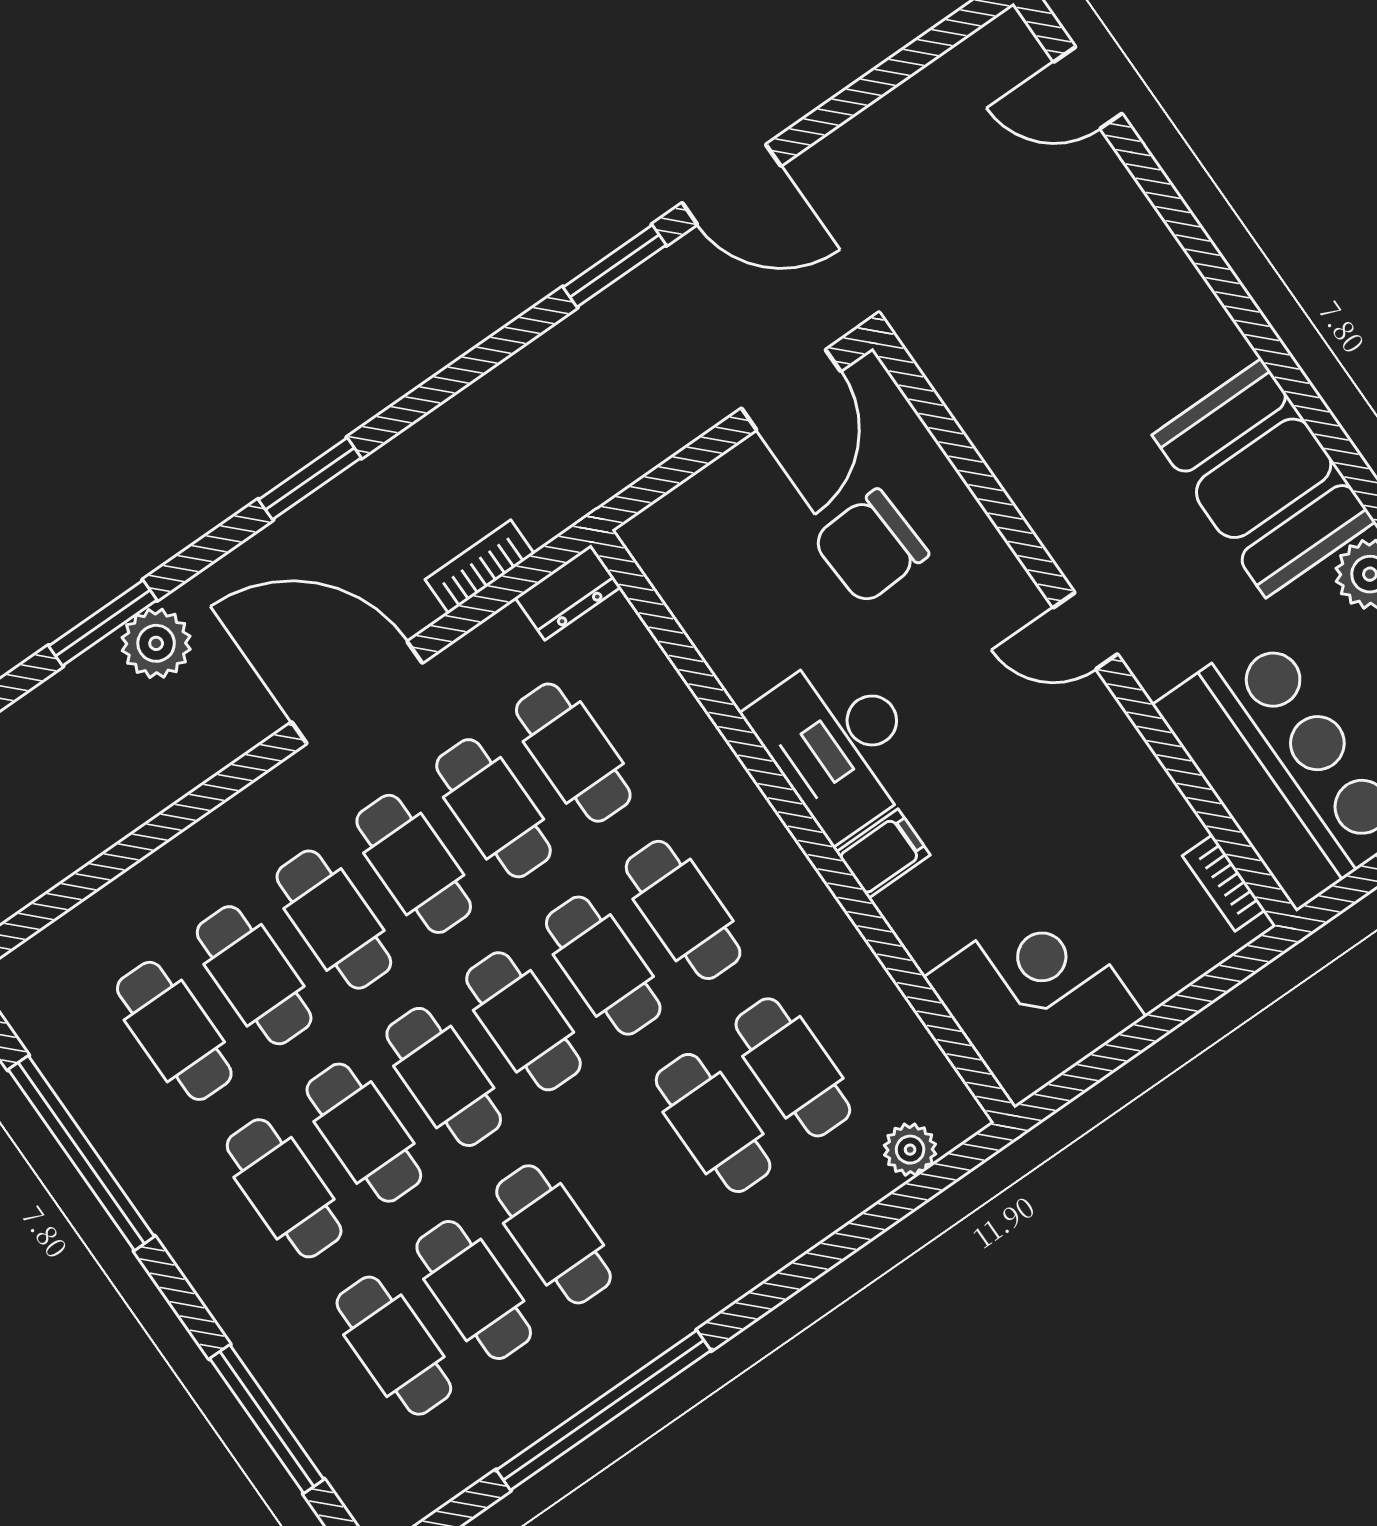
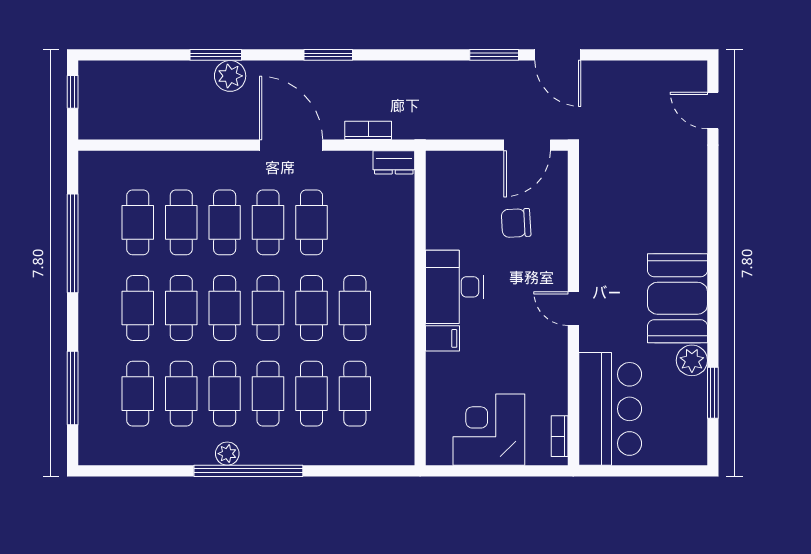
chair: (870, 547) -> (516, 223), width x0.73, depth x0.73
cafe table: (573, 753) -> (268, 394), moved
corner desk: (1035, 997) -> (489, 430), moved, turned -90
plant: (910, 1150) -> (227, 454), moved
window: (604, 1410) -> (248, 471), moved

